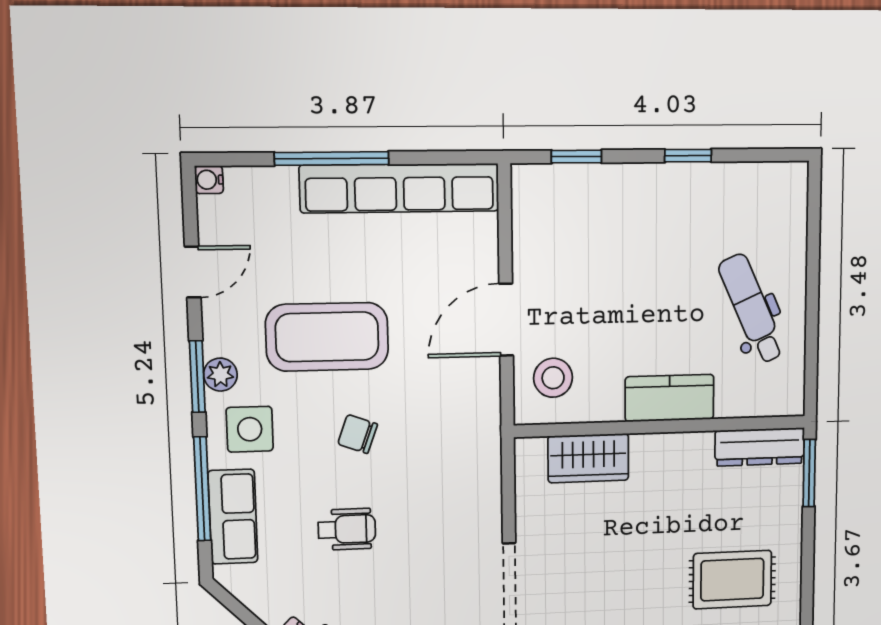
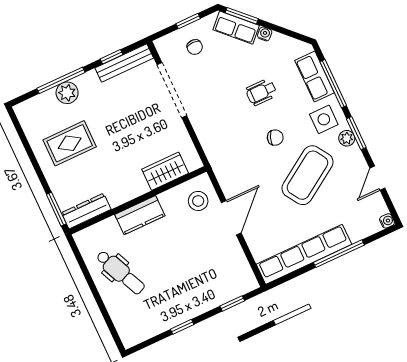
coffee table: (327, 337) -> (307, 175), turned -33

